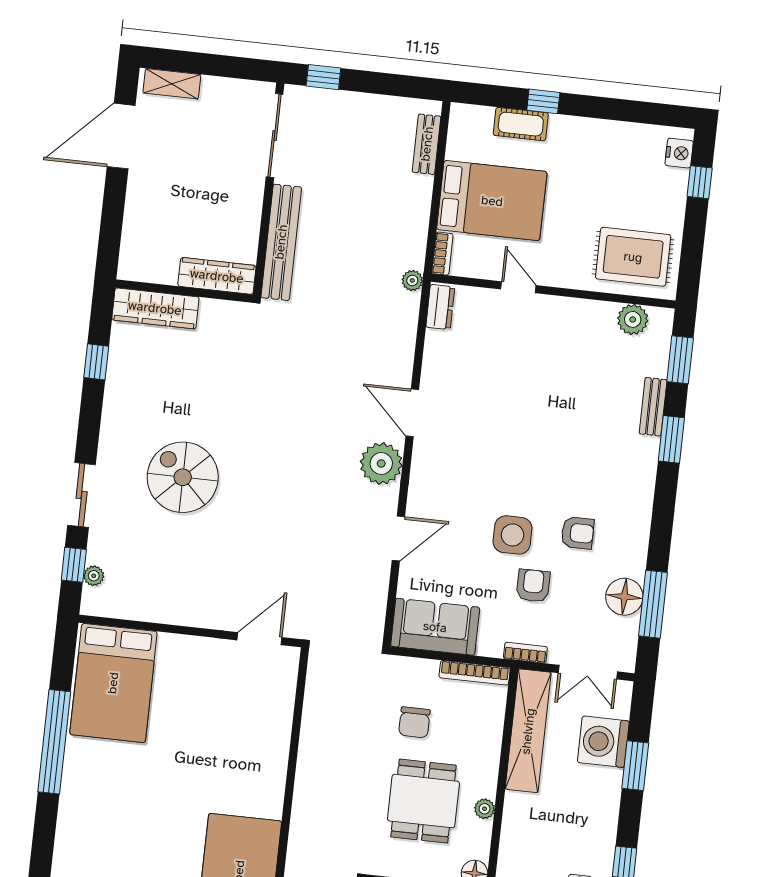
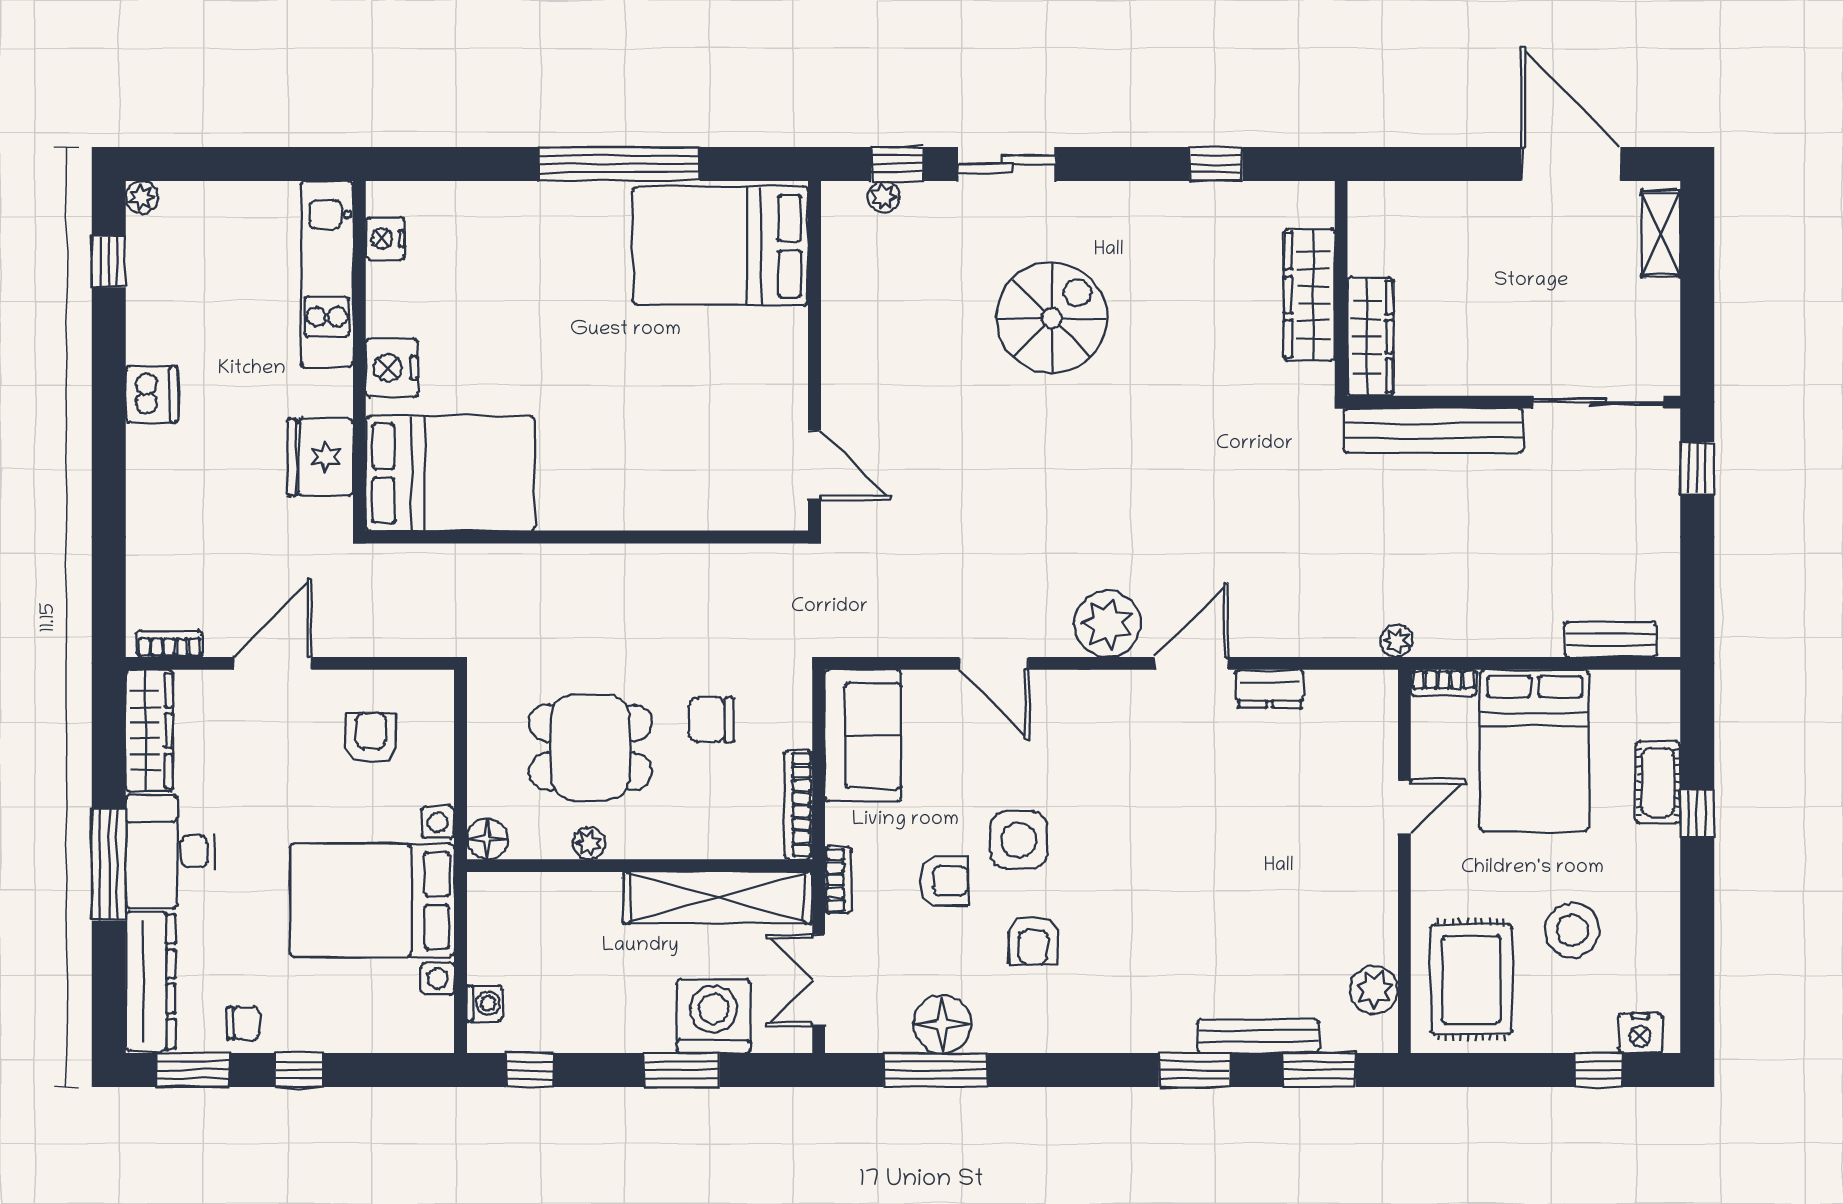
stool: (609, 189) -> (1572, 930), added
dresser: (440, 307) -> (1270, 689), moved
wardrobe: (155, 308) -> (1309, 295), moved
bench: (653, 407) -> (1258, 1036), width x1.36

